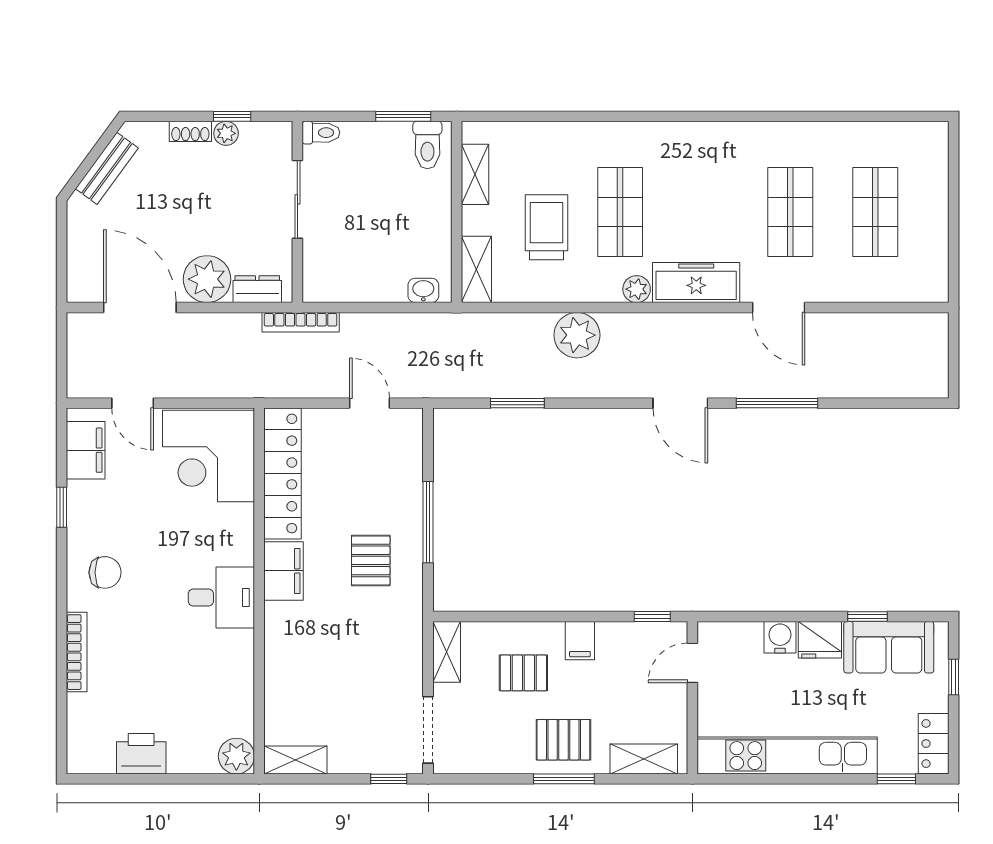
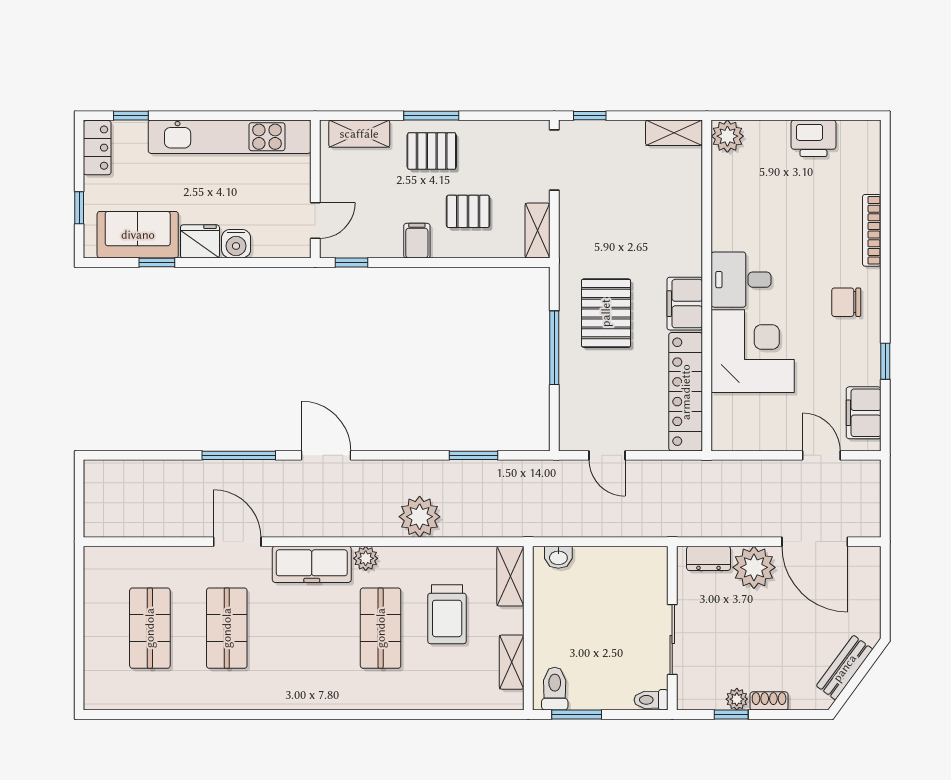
bookcase: (301, 322) -> (669, 528), removed
corner desk: (208, 456) -> (753, 351), moved
pallet: (371, 560) -> (606, 313), width x1.50, depth x1.42

